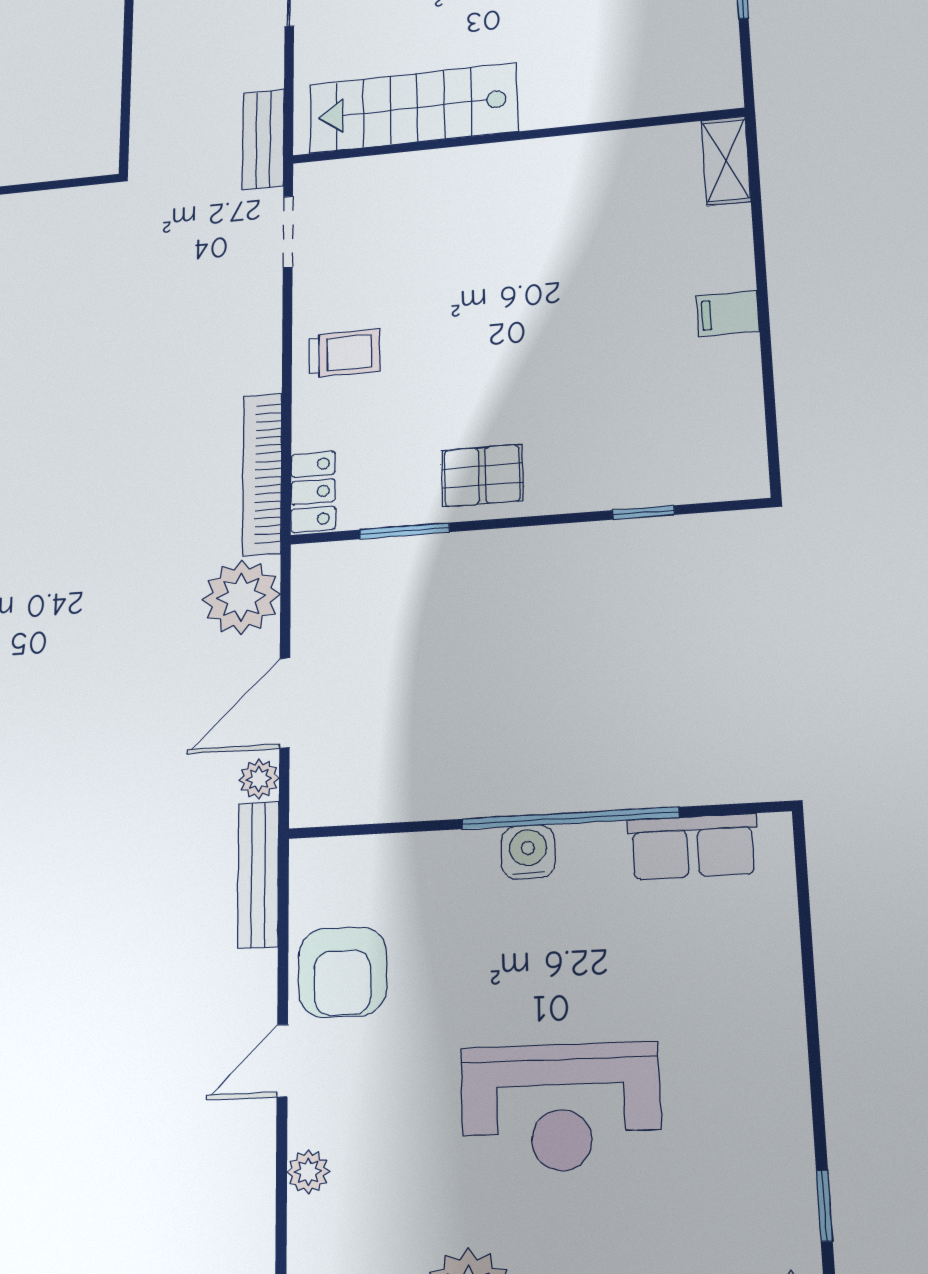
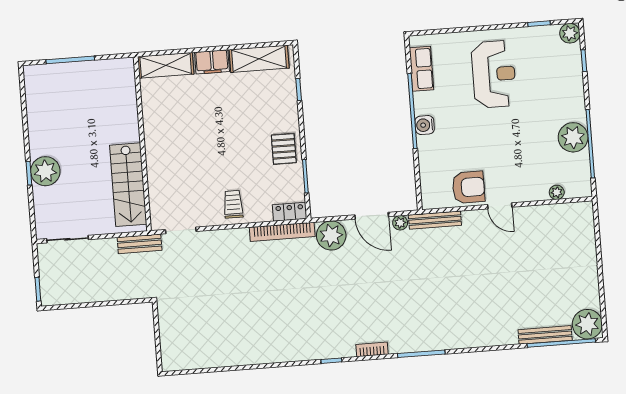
shelving: (726, 161) -> (166, 65), width x1.50, depth x1.33
filing cabinet: (728, 314) -> (212, 62), width x2.00
shelving: (732, 410) -> (259, 59), added
reception desk: (561, 1107) -> (494, 74), moved
plant: (308, 1172) -> (557, 192), moved

